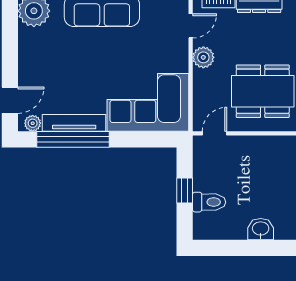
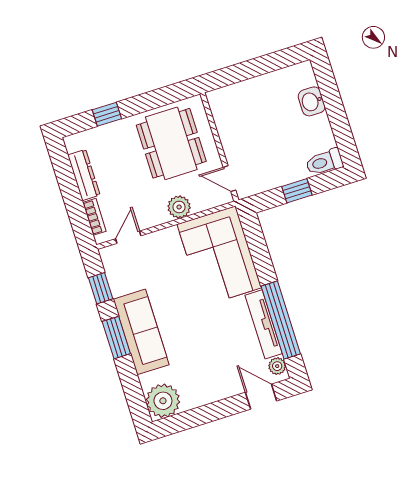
door: (191, 26) -> (128, 237), hinge flipped
plant: (203, 57) -> (179, 207), moved
toilet: (209, 202) -> (324, 162), moved, turned -90

